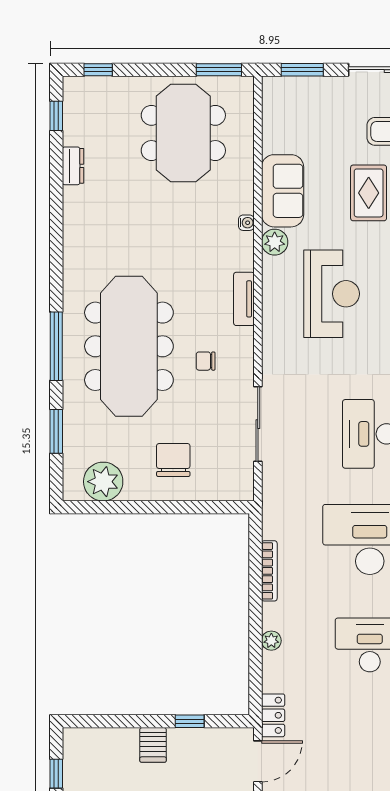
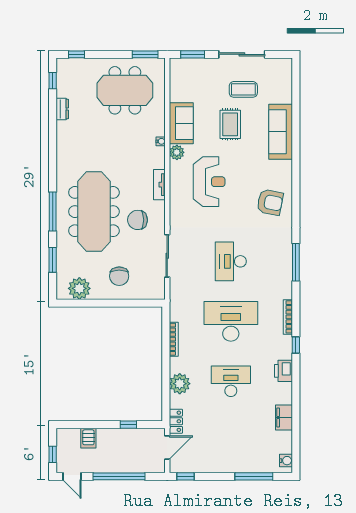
meeting table: (183, 133) -> (125, 90), turned 90
chair: (206, 361) -> (138, 220), width x1.87, depth x1.87
chair: (173, 460) -> (119, 276), turned 180
plant: (271, 641) -> (180, 384), width x1.88, depth x1.88
server rack: (153, 745) -> (88, 438), moved

